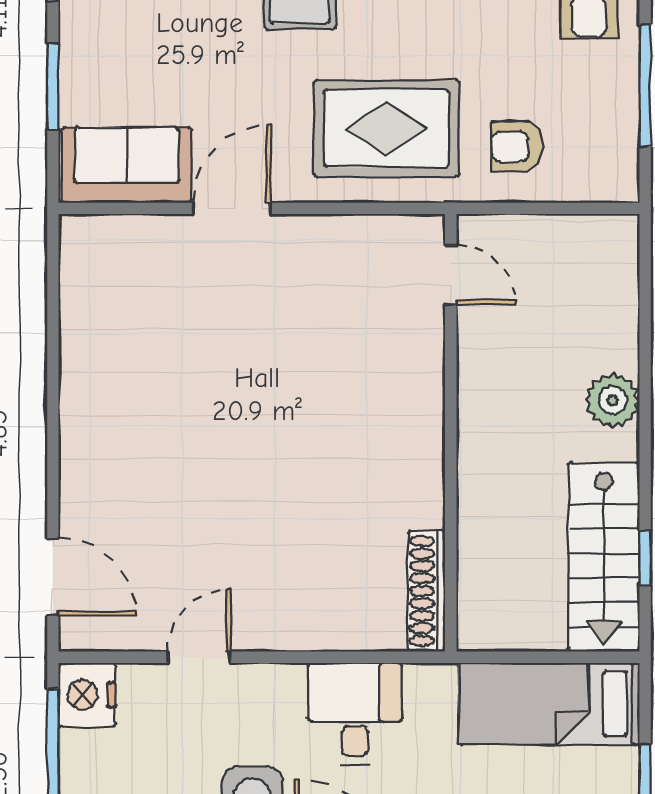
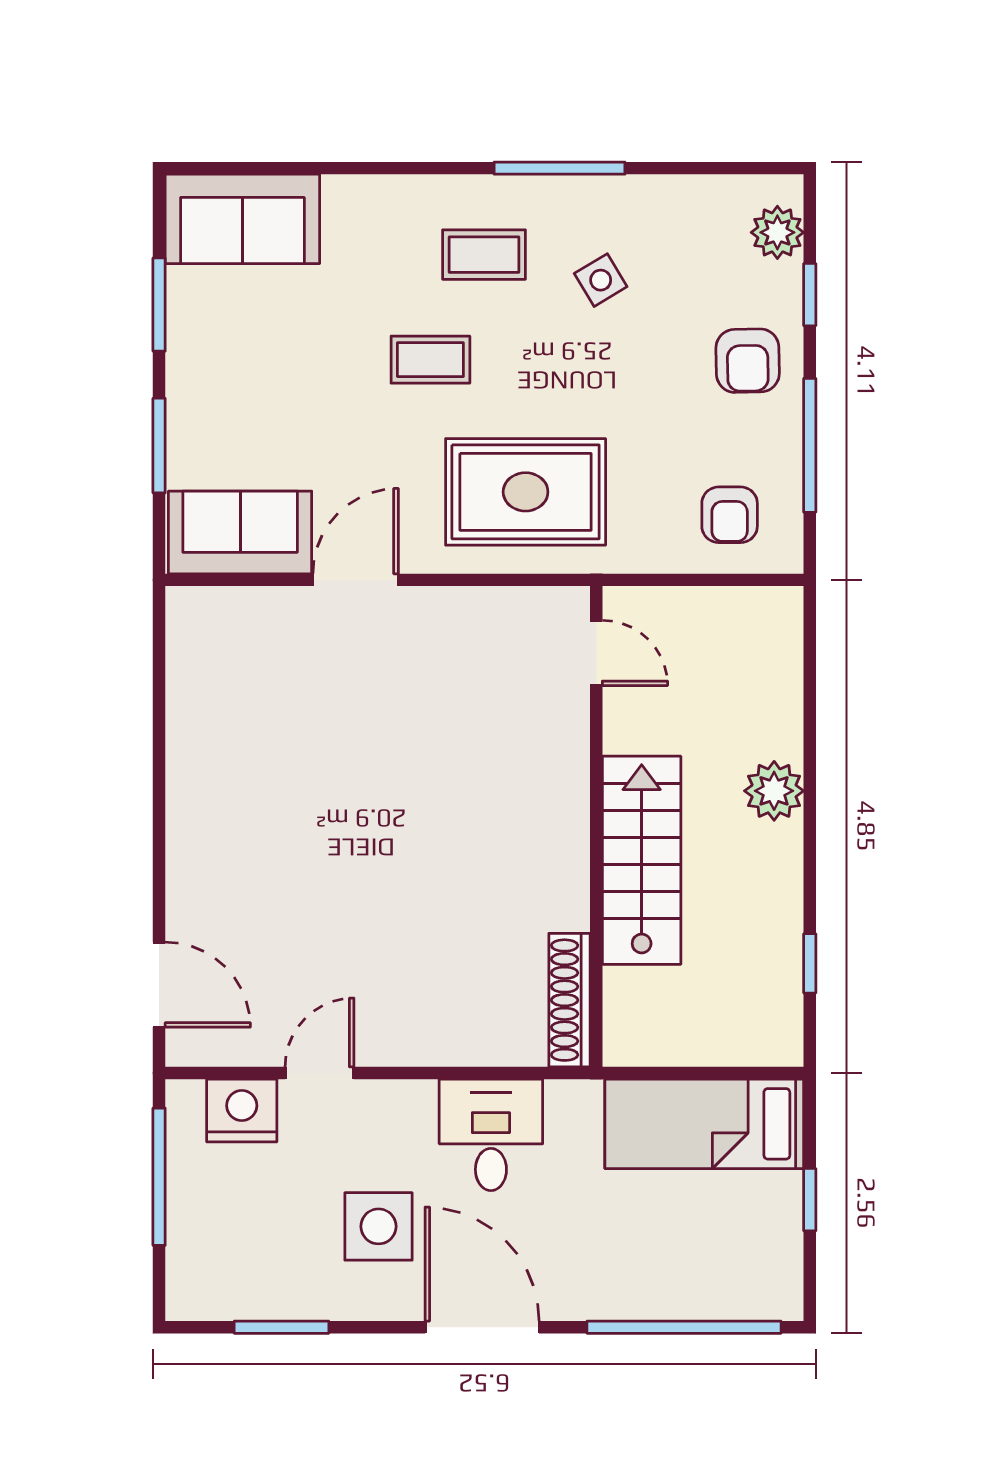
armchair: (517, 147) -> (730, 515), moved, turned -90
stairs: (604, 557) -> (642, 860), moved, turned 180
nightstand: (87, 695) -> (242, 1111), moved, turned 90

